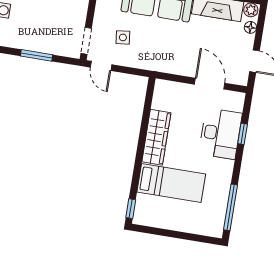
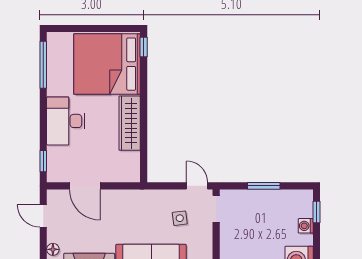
desk: (220, 134) -> (66, 121), moved
window: (243, 134) -> (43, 161), moved
bed: (171, 183) -> (107, 64), width x2.04

